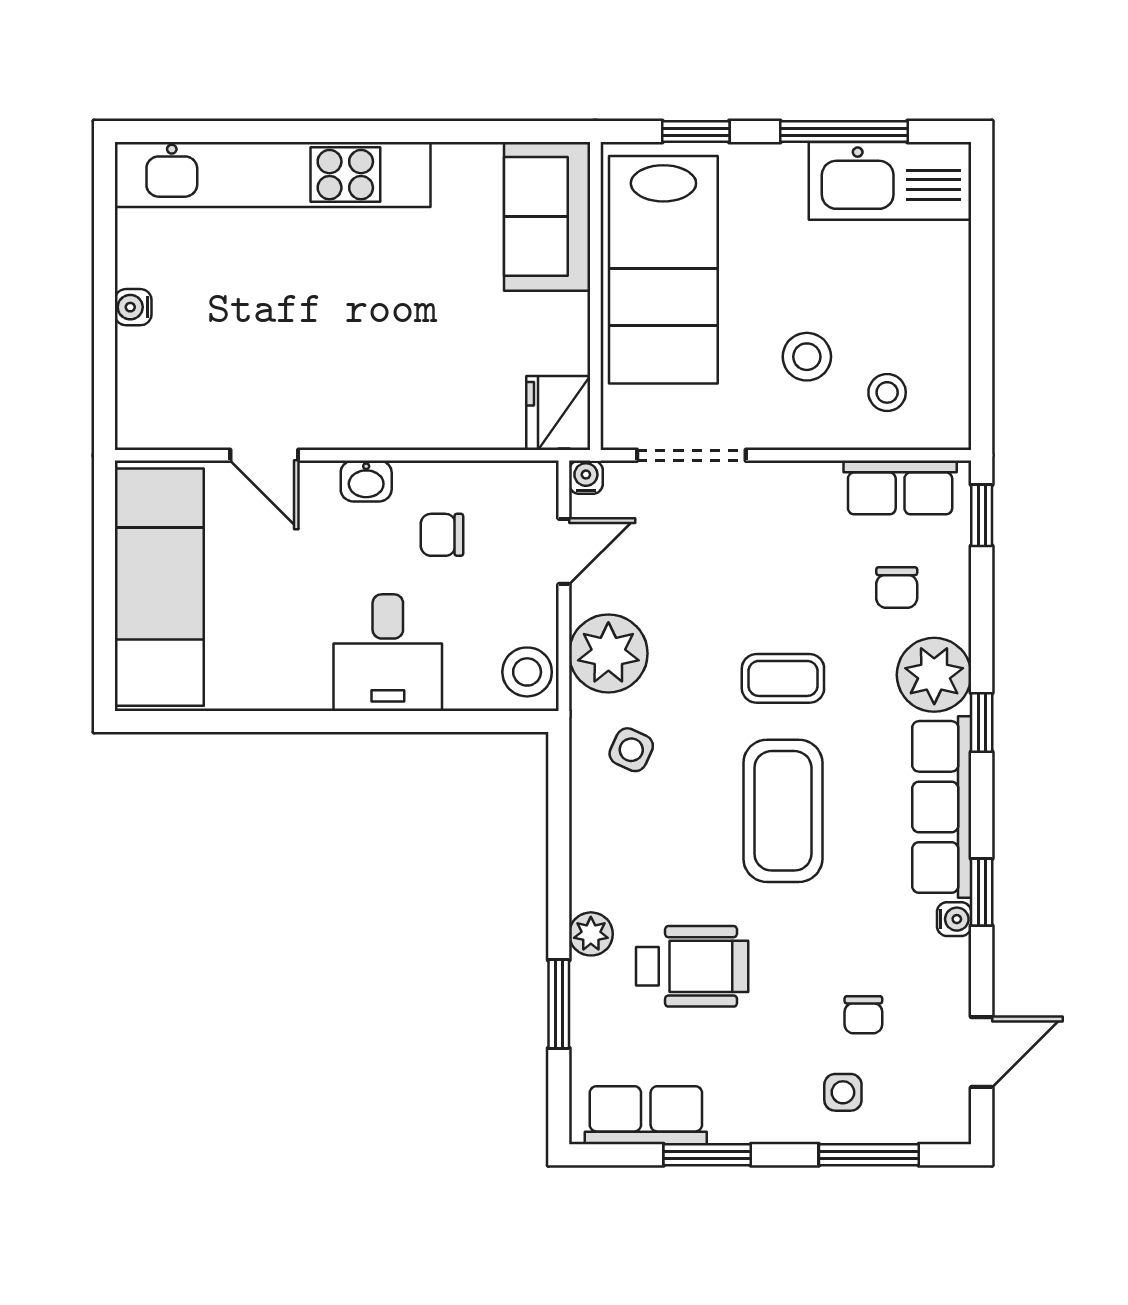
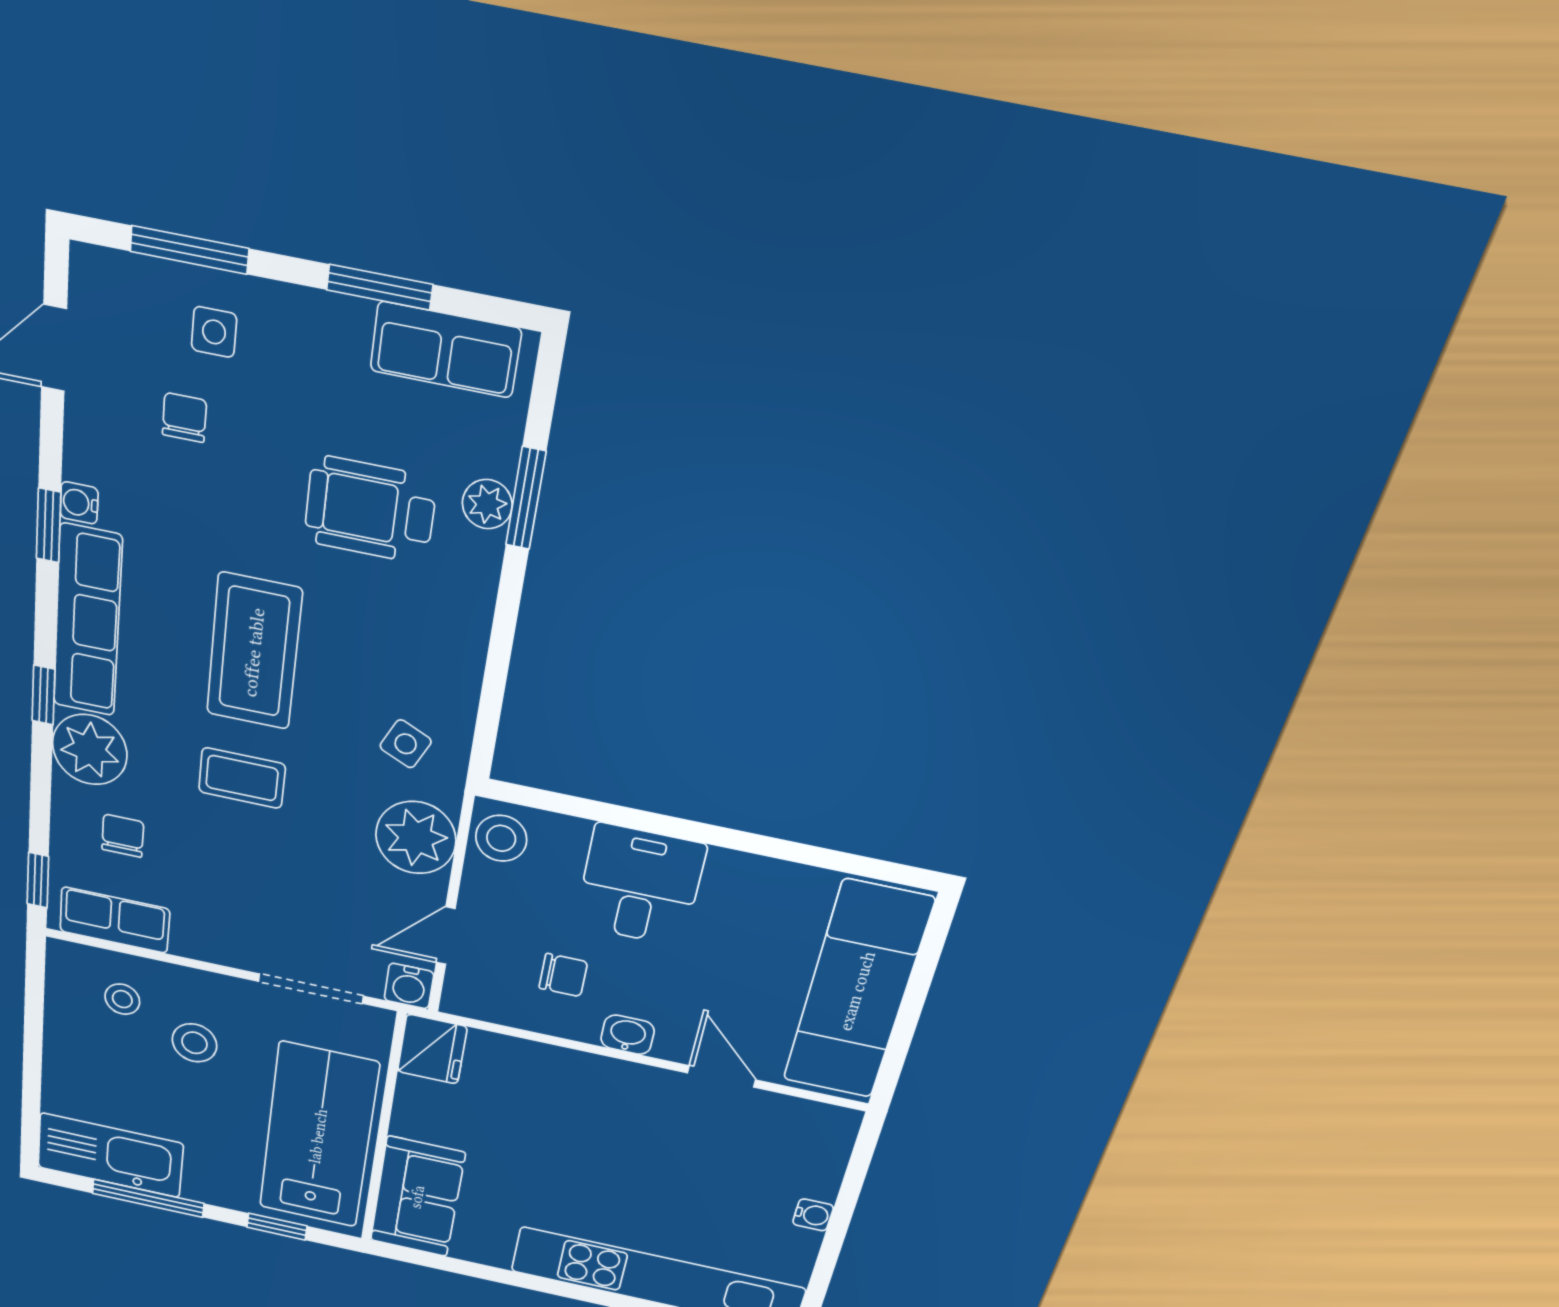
water cooler: (586, 477) -> (409, 986), width x1.38, depth x1.38
plant: (591, 934) -> (487, 504), moved

